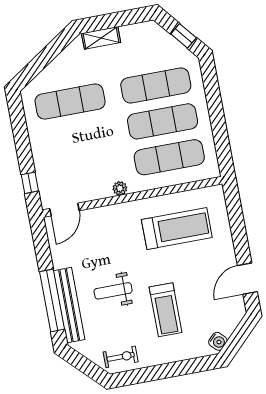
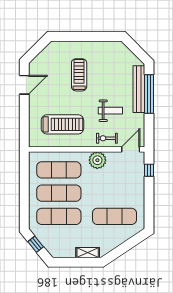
plant: (120, 188) -> (97, 160), width x1.87, depth x1.87
treadmill: (177, 229) -> (62, 124), turned 180
weight bench: (113, 291) -> (110, 111), moved
water cooler: (218, 341) -> (50, 49), removed
exercise bike: (121, 357) -> (107, 138), moved

